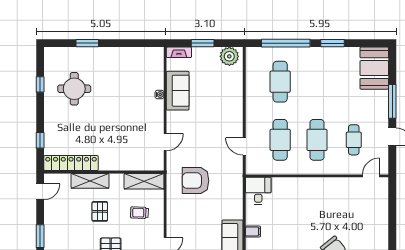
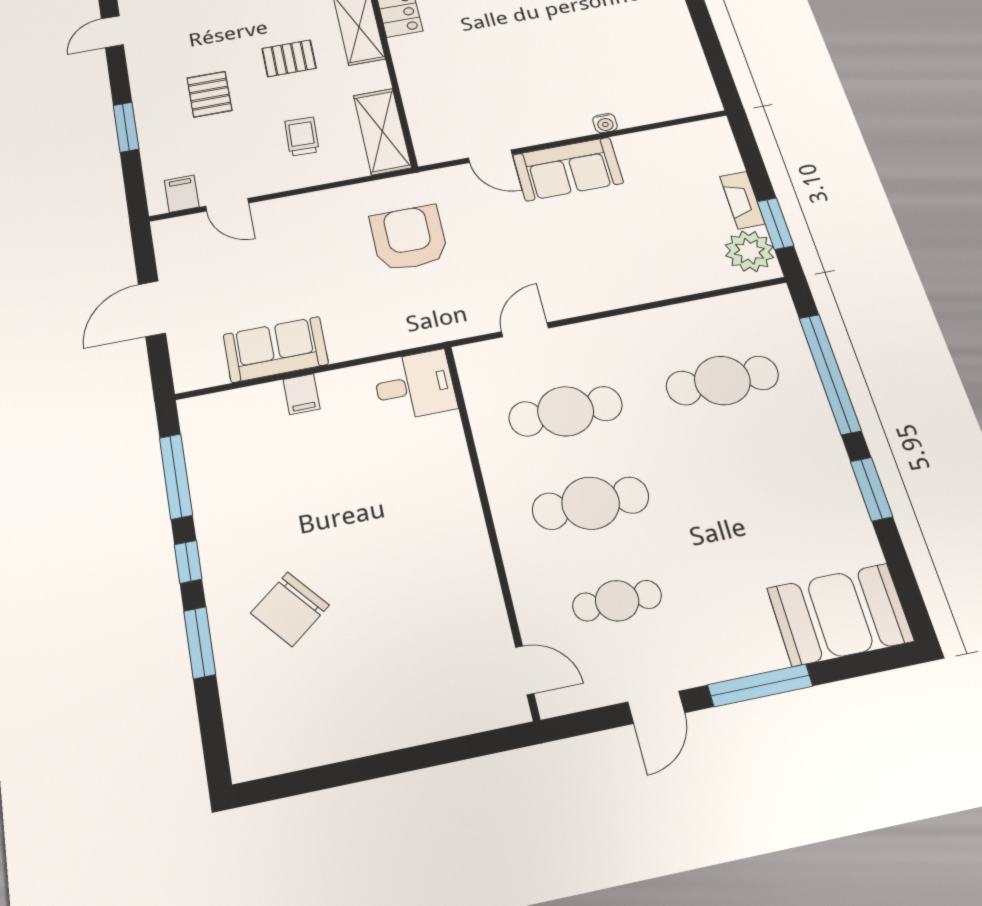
window: (203, 43) -> (775, 224), moved
fireplace: (179, 52) -> (742, 200), moved
sofa: (178, 91) -> (568, 169), moved

